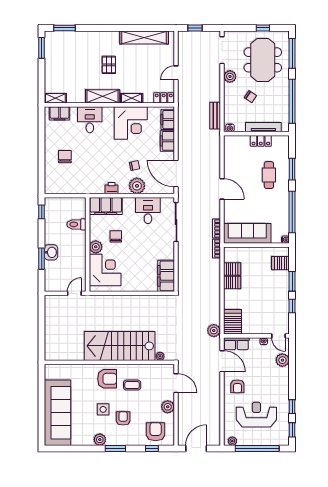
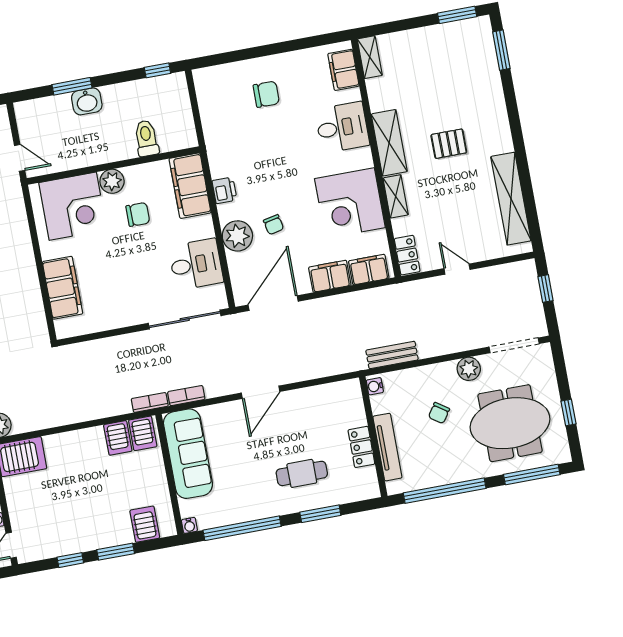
filing cabinet: (166, 276) -> (62, 288), moved, turned 90
server rack: (232, 283) -> (143, 433), moved

